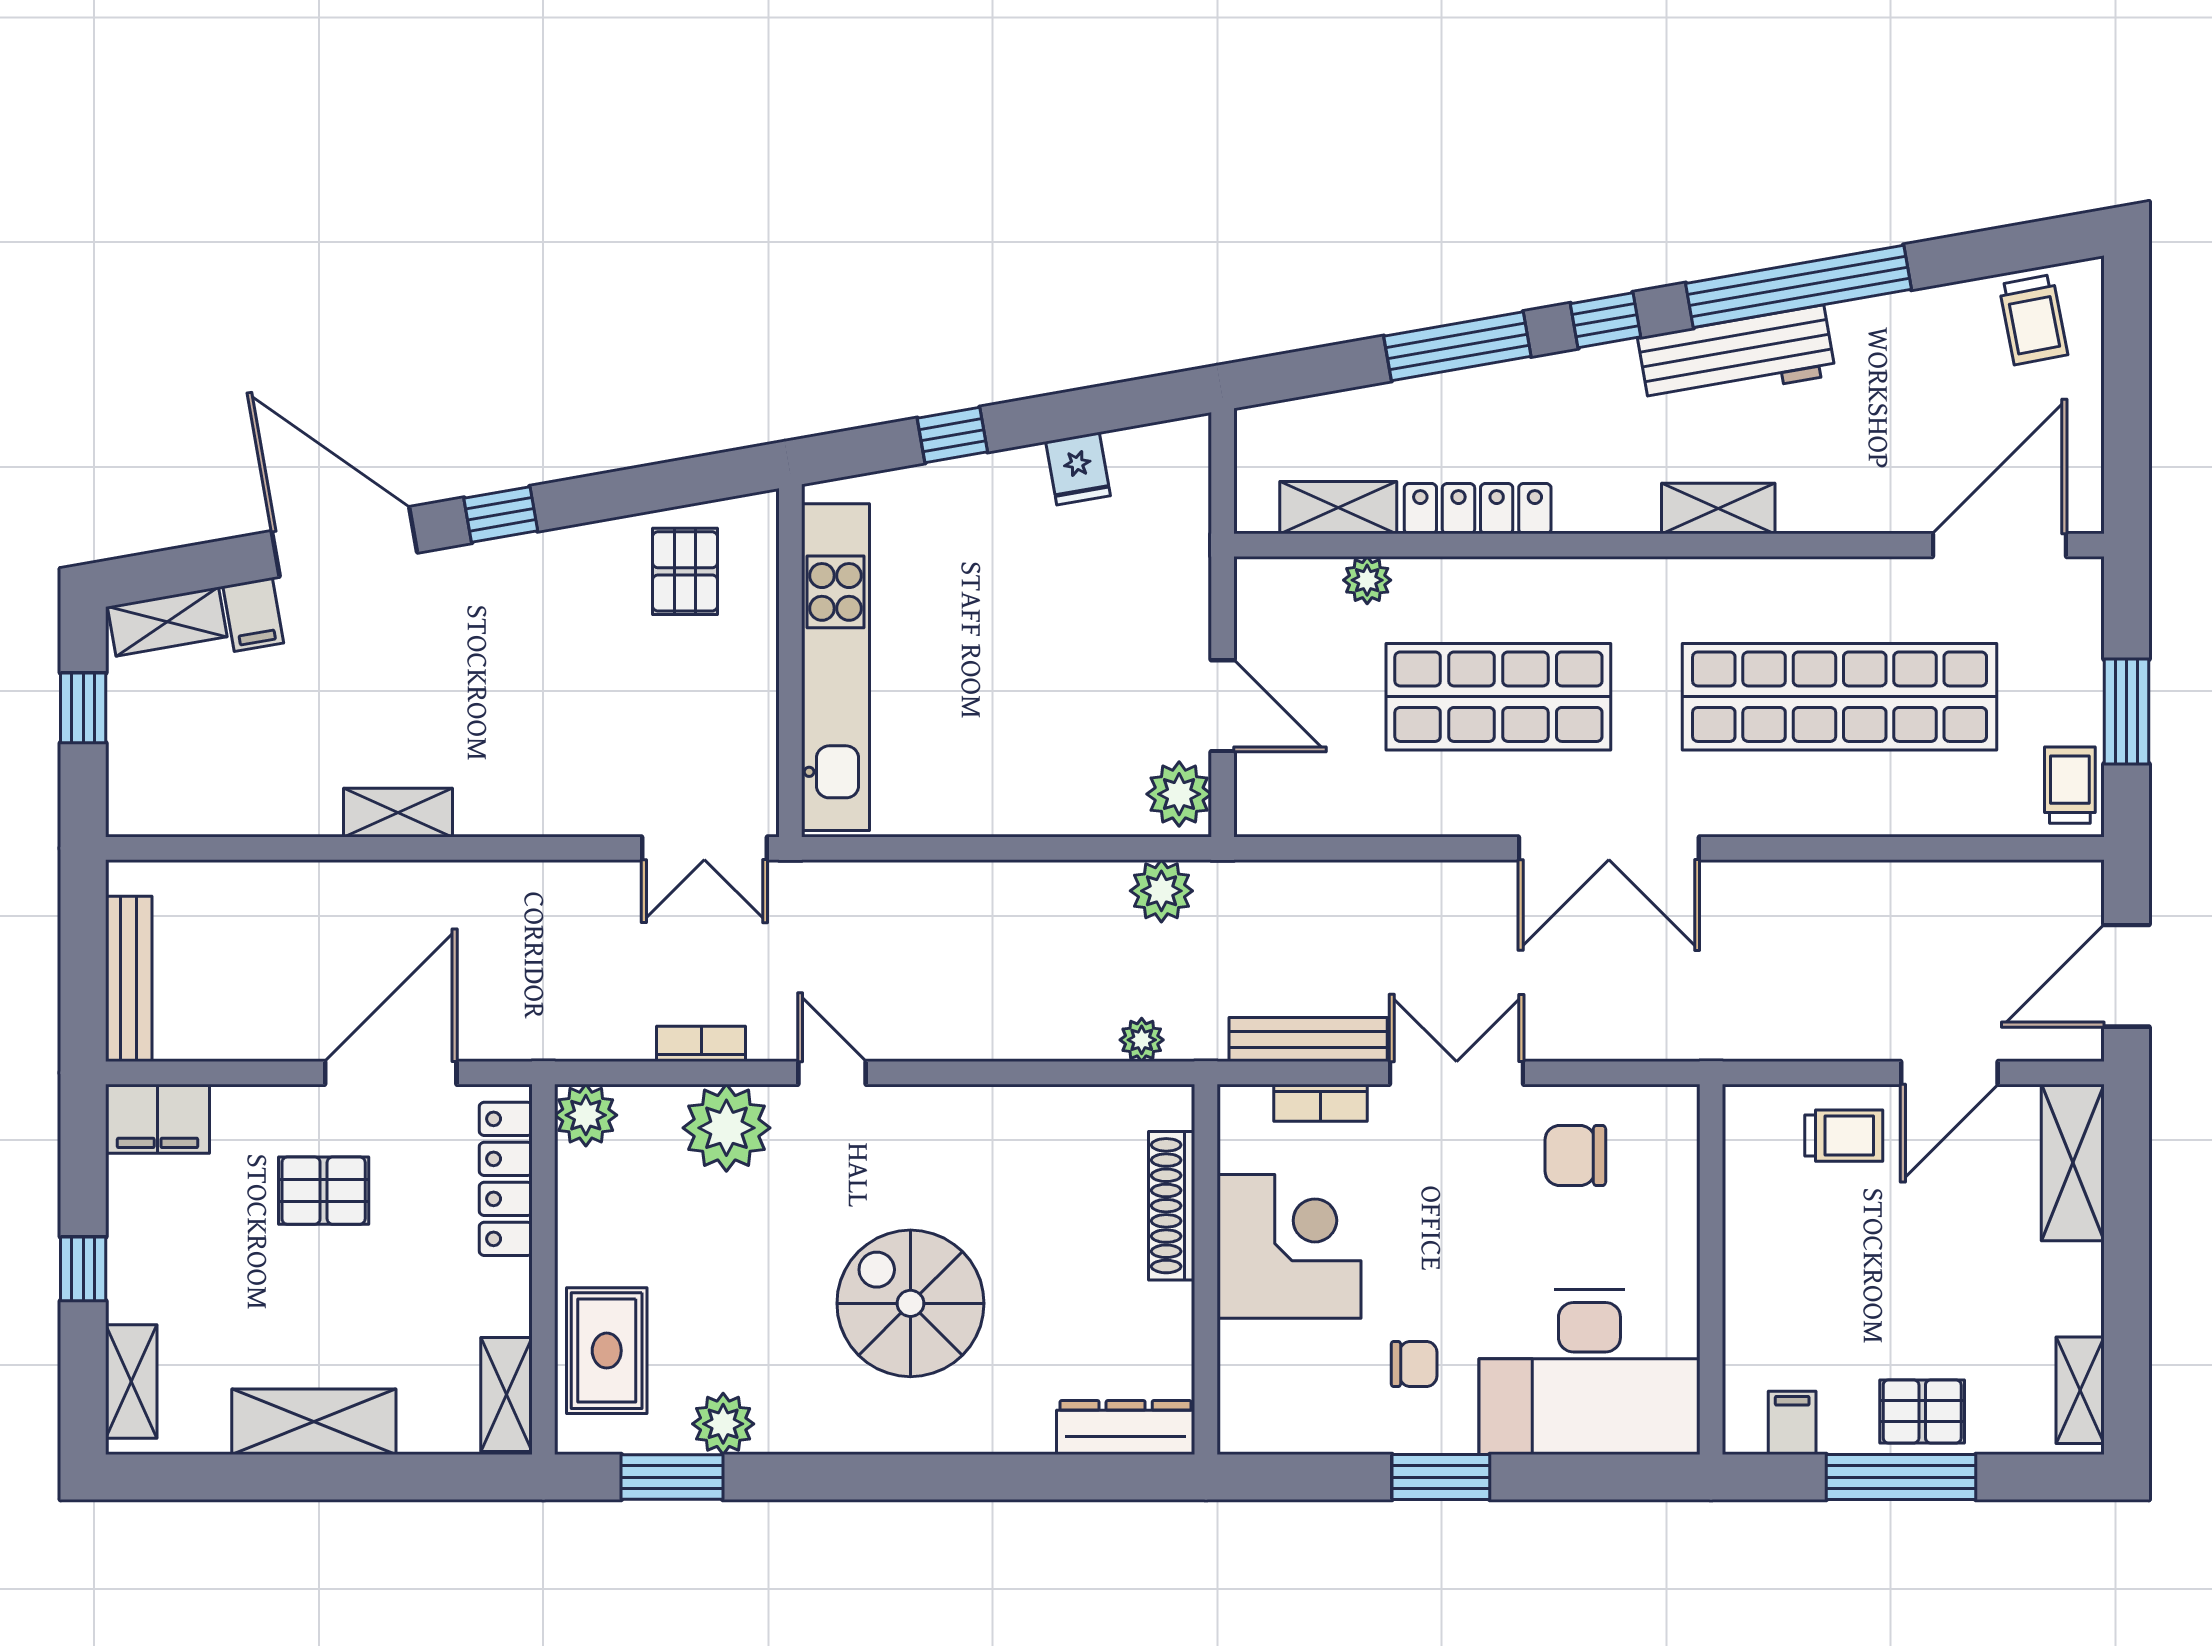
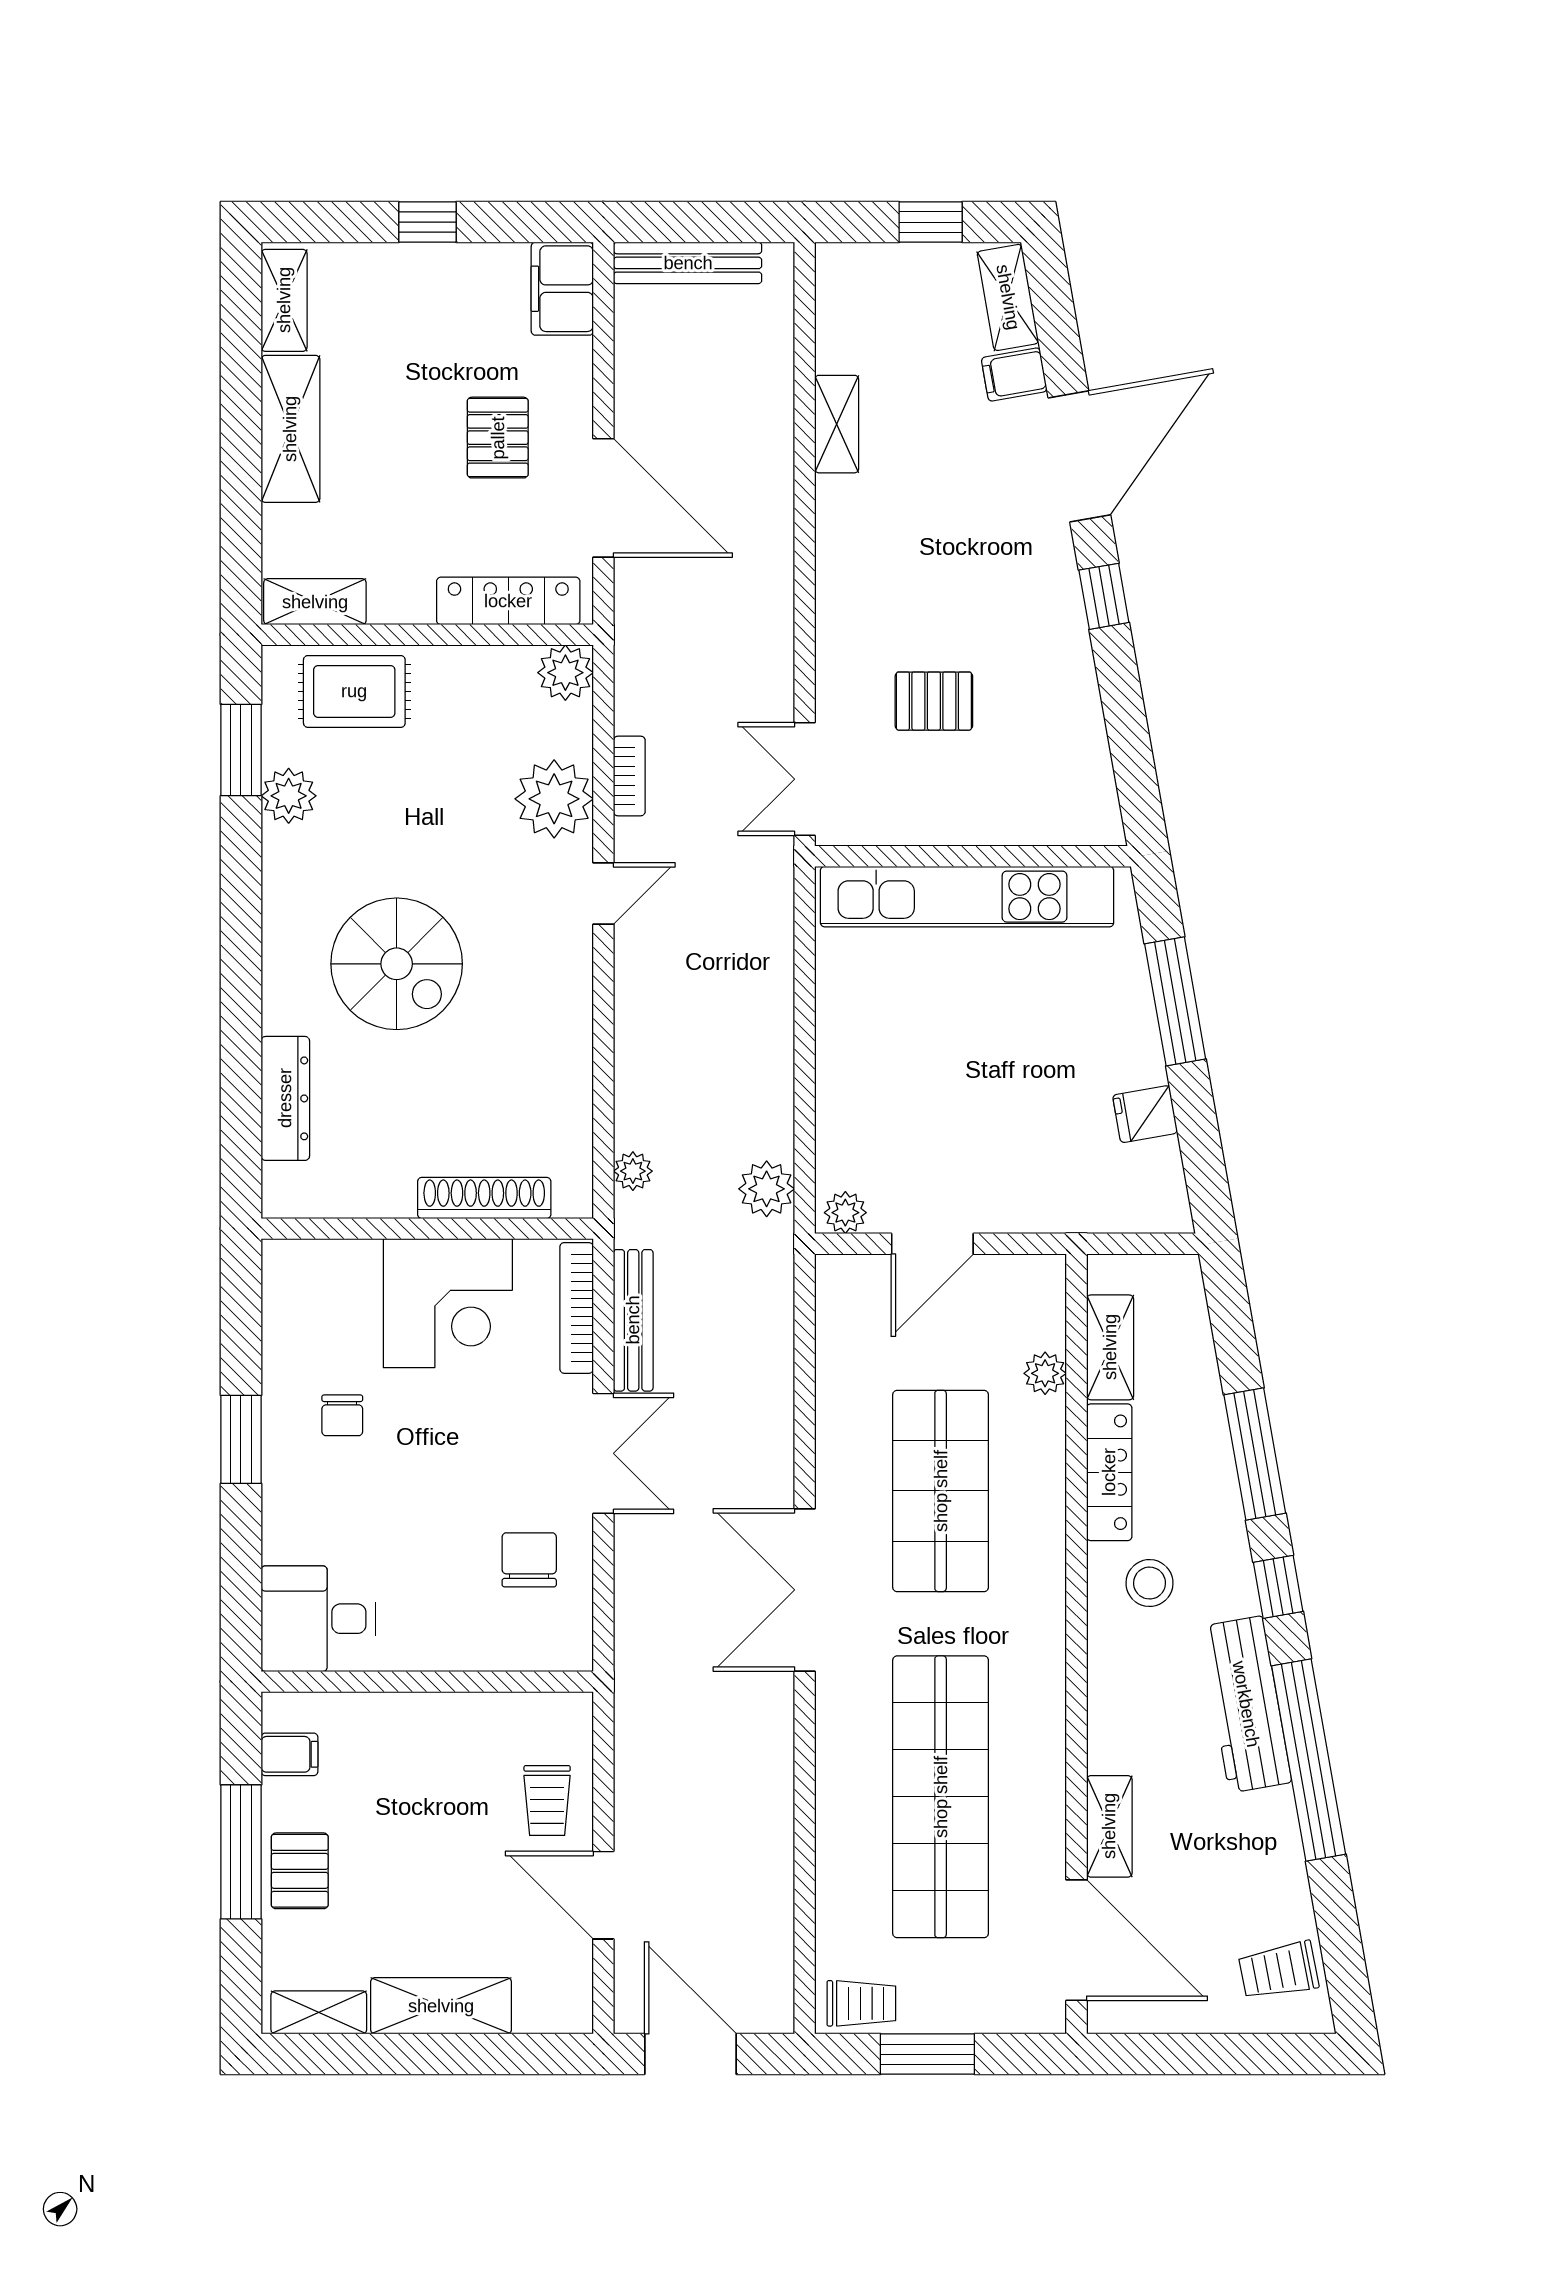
window: (952, 435) -> (1175, 1001), width x2.17
stool: (1601, 464) -> (1150, 1583), added
shelving: (1718, 508) -> (1109, 1826), moved
pallet: (685, 571) -> (934, 701), moved
plant: (1179, 794) -> (845, 1213), width x0.73, depth x0.73
shelving: (398, 813) -> (837, 424), moved
bookcase: (1321, 1103) -> (577, 1308), width x1.56
shelving: (2073, 1163) -> (441, 2006), moved
spiral stairs: (910, 1303) -> (397, 964), turned 90
desk: (1589, 1372) -> (318, 1619), width x0.53, depth x0.77
shelving: (131, 1381) -> (284, 300), moved, turned 90
dresser: (1126, 1428) -> (285, 1098), moved

